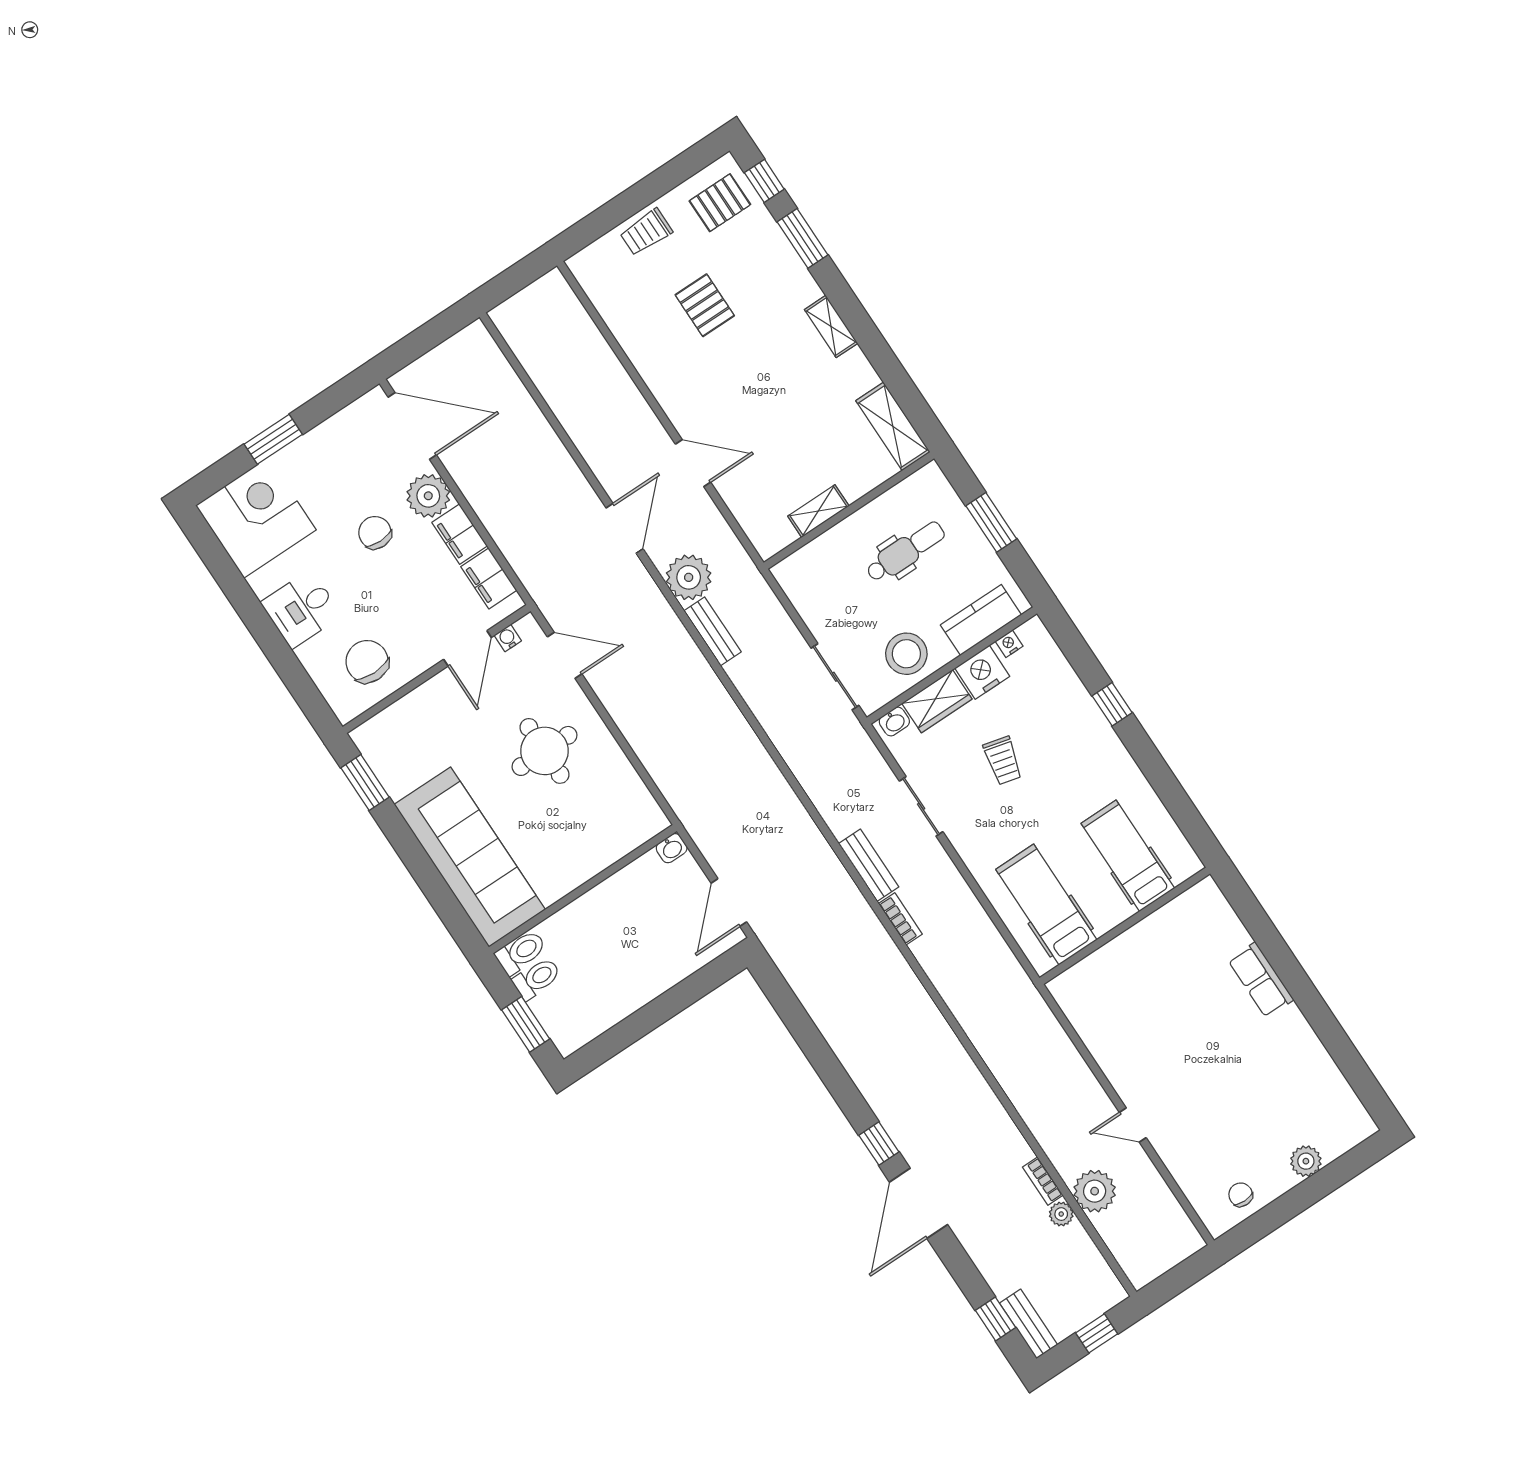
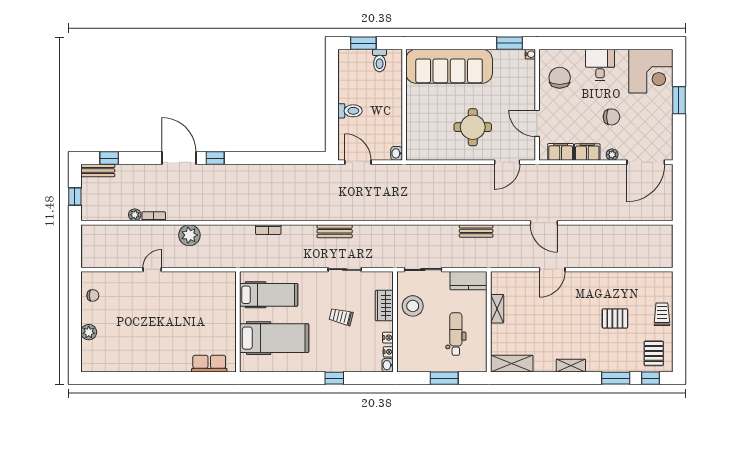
plant: (428, 496) -> (612, 155), width x0.53, depth x0.53
dental chair: (905, 552) -> (456, 334), turned 180
plant: (689, 577) -> (505, 236), removed
kitchen counter: (981, 620) -> (468, 281), moved, turned 90
water cooler: (508, 638) -> (530, 54), moved
chair: (367, 662) -> (560, 78), turned -90
nightstand: (982, 672) -> (388, 338), width x0.53, depth x0.56
washbasin: (894, 722) -> (388, 365), moved
hospital bed: (1128, 856) -> (274, 338), width x1.37, depth x1.29
bookcase: (900, 919) -> (268, 230), moved
toilet: (521, 952) -> (350, 111), moved, turned -90
row of seats: (1261, 980) -> (209, 364), moved
plant: (1095, 1191) -> (189, 235), moved

